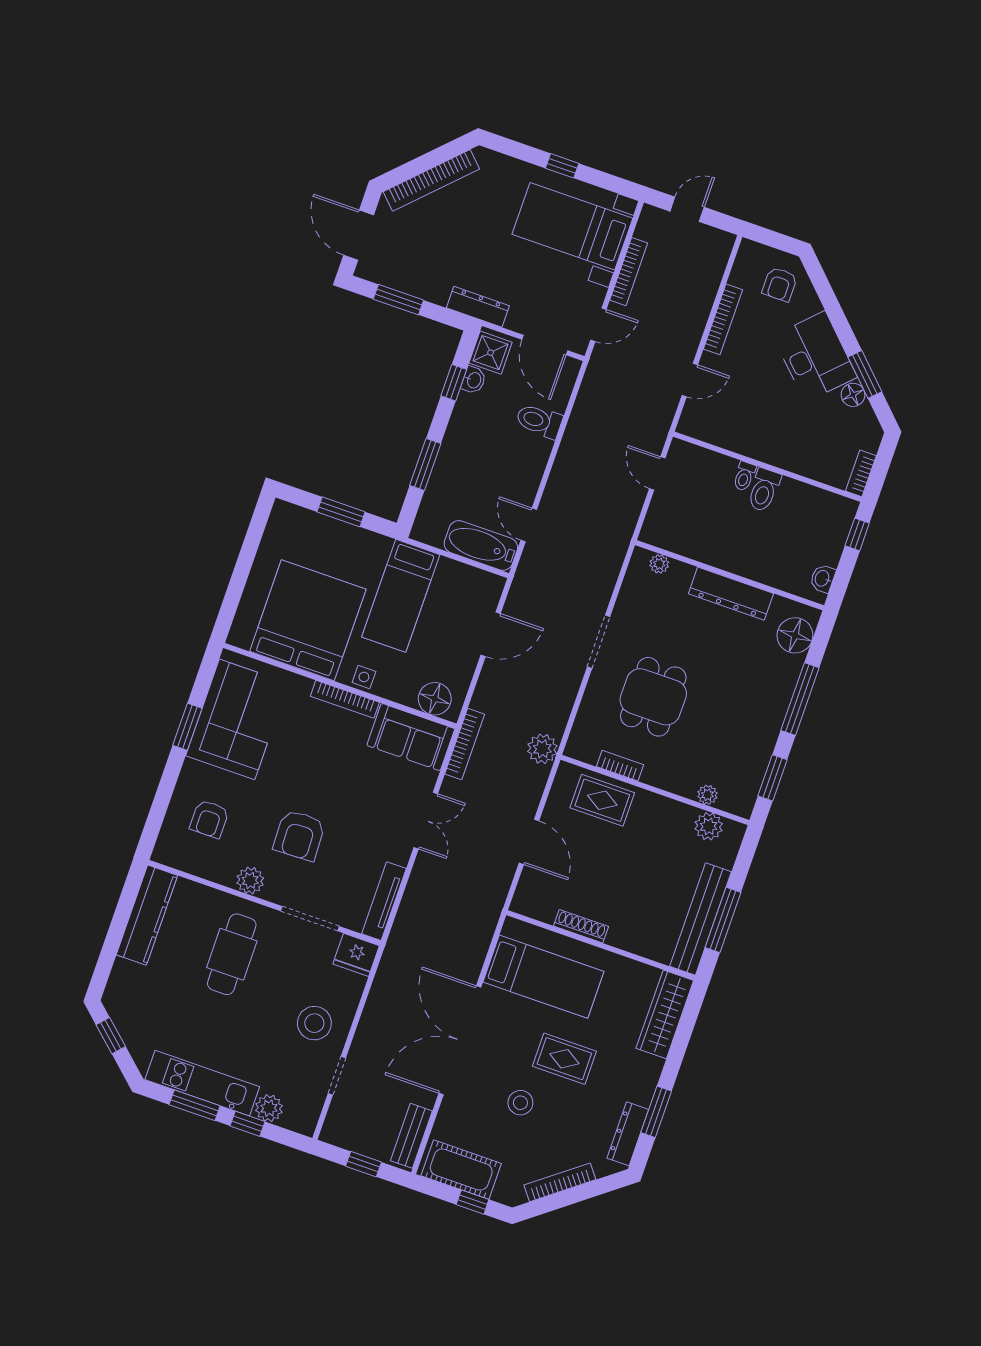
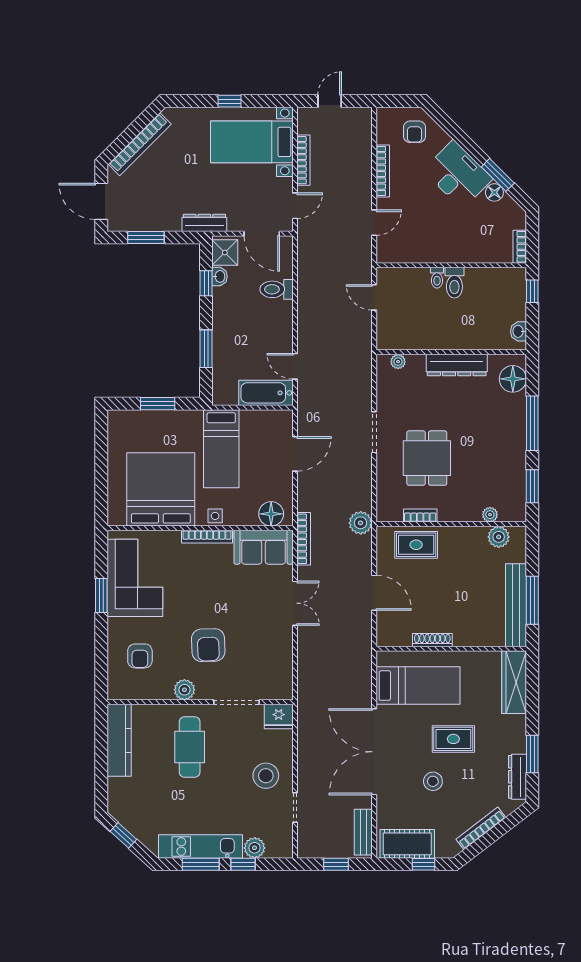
tv unit: (384, 901) -> (285, 671), removed

